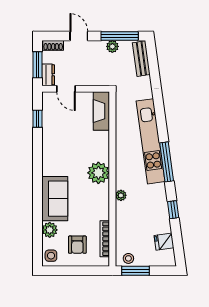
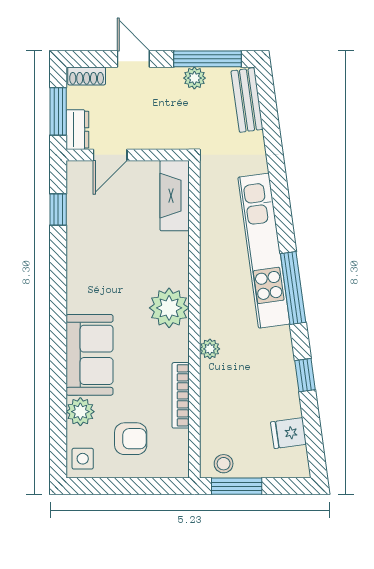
door: (66, 89) -> (110, 155), hinge flipped
bookcase: (105, 239) -> (181, 395), moved
armchair: (77, 245) -> (131, 439), turned -90

